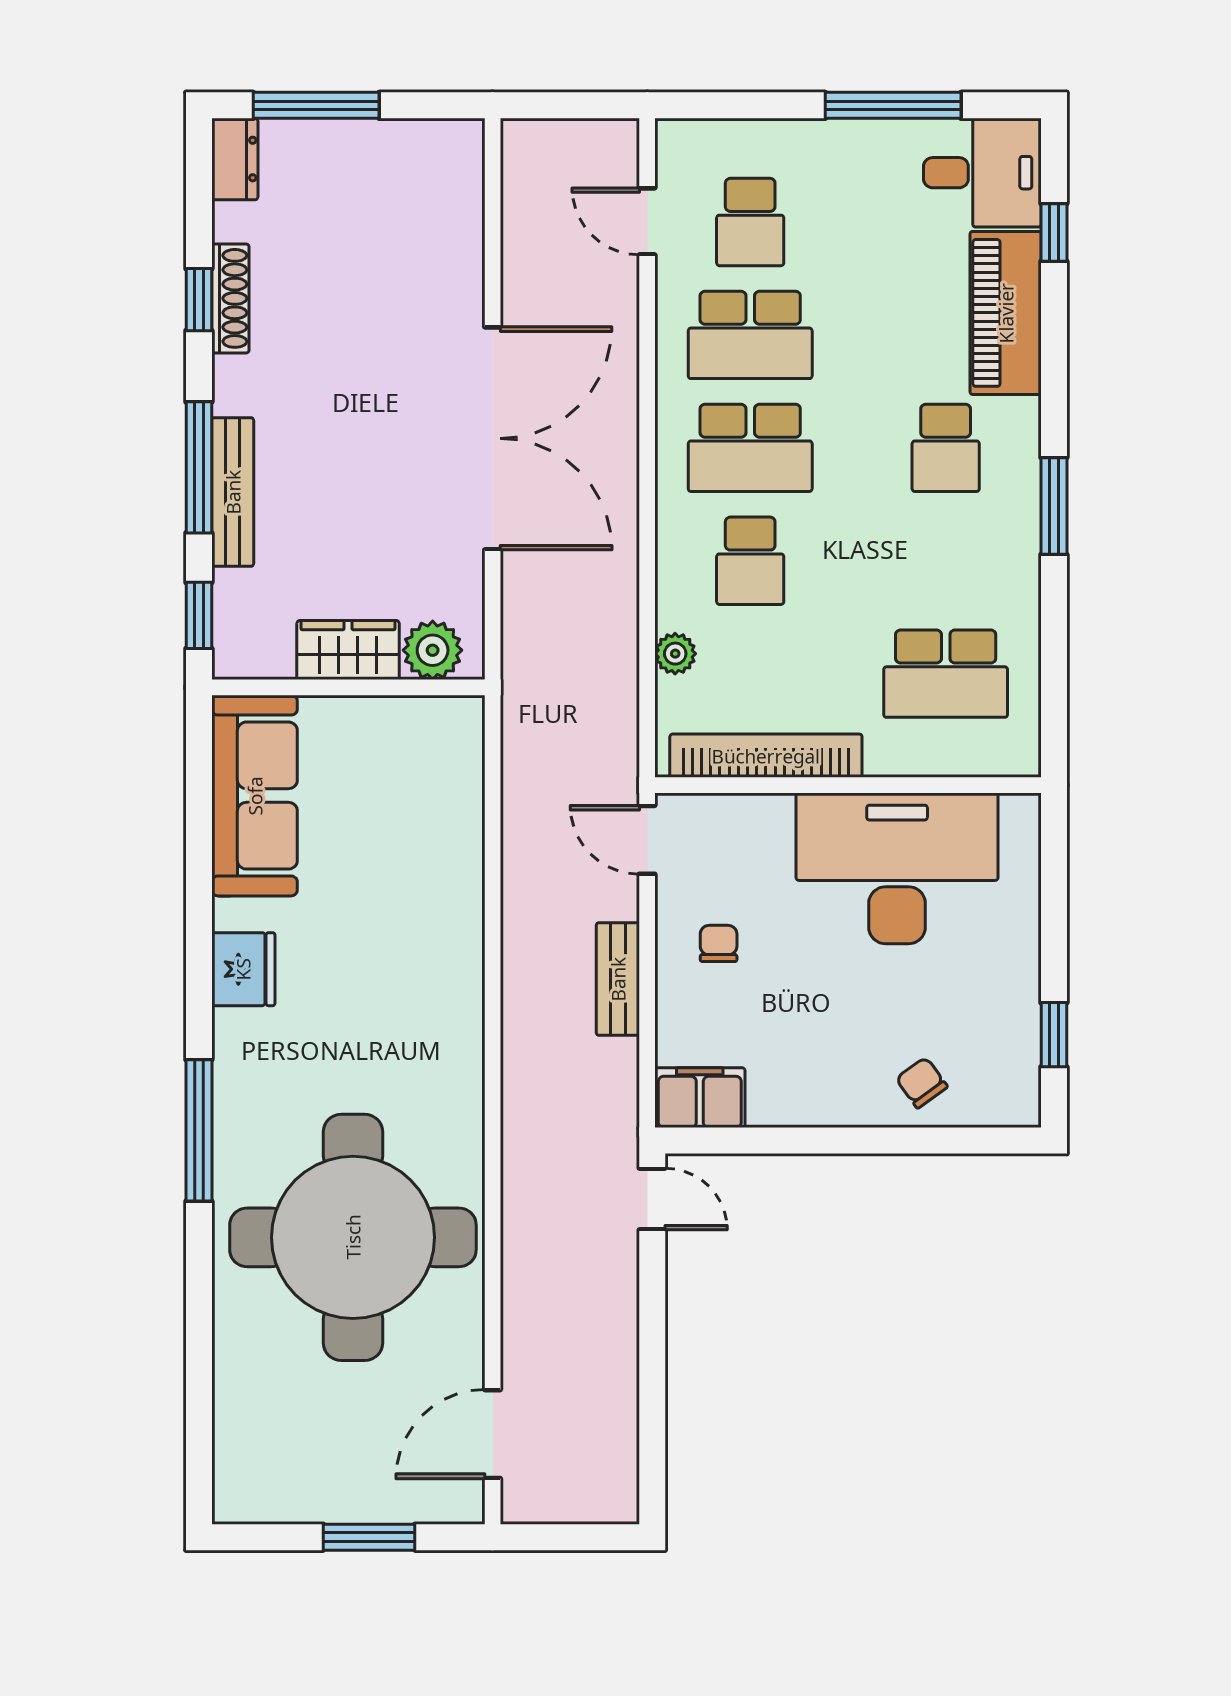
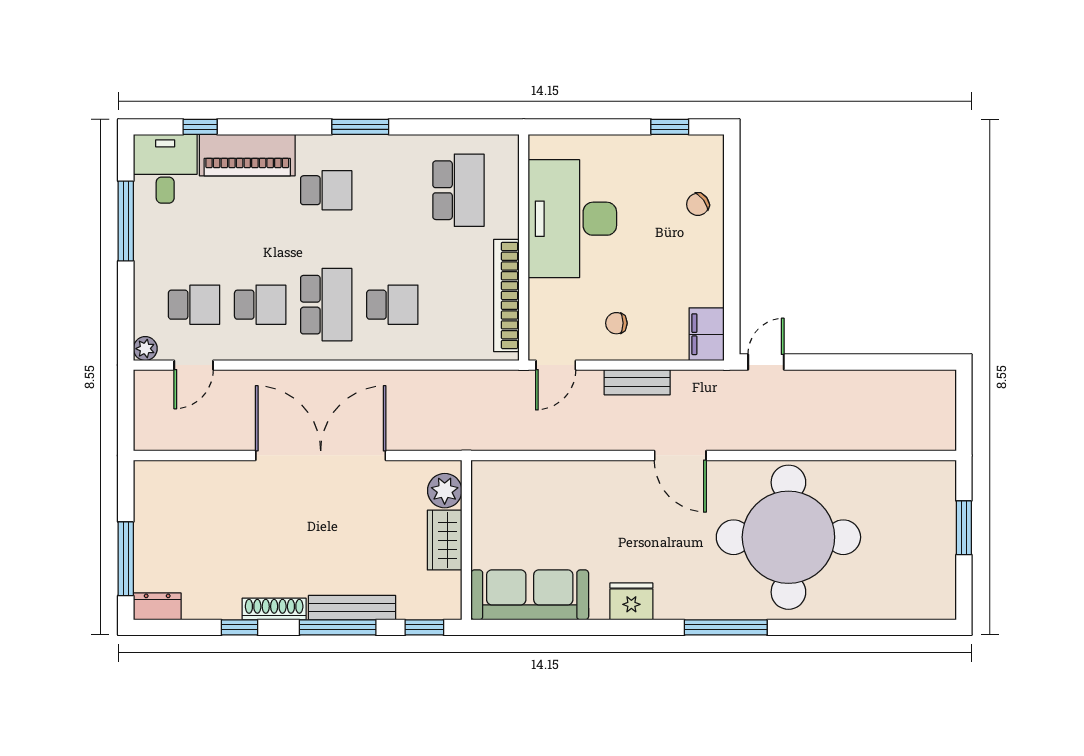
shoe rack: (230, 298) -> (274, 609), moved
school desk: (750, 335) -> (260, 305), width x0.54
plant: (675, 654) -> (145, 349), moved
door: (493, 1434) -> (680, 455), moved

